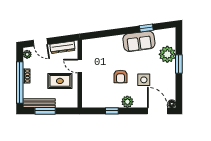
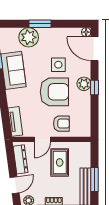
tv unit: (95, 43) -> (15, 121), added
armchair: (121, 76) -> (54, 92), width x1.88, depth x1.88
armchair: (93, 82) -> (61, 124), added
window: (112, 111) -> (95, 87), moved
door: (157, 111) -> (95, 49), hinge flipped

